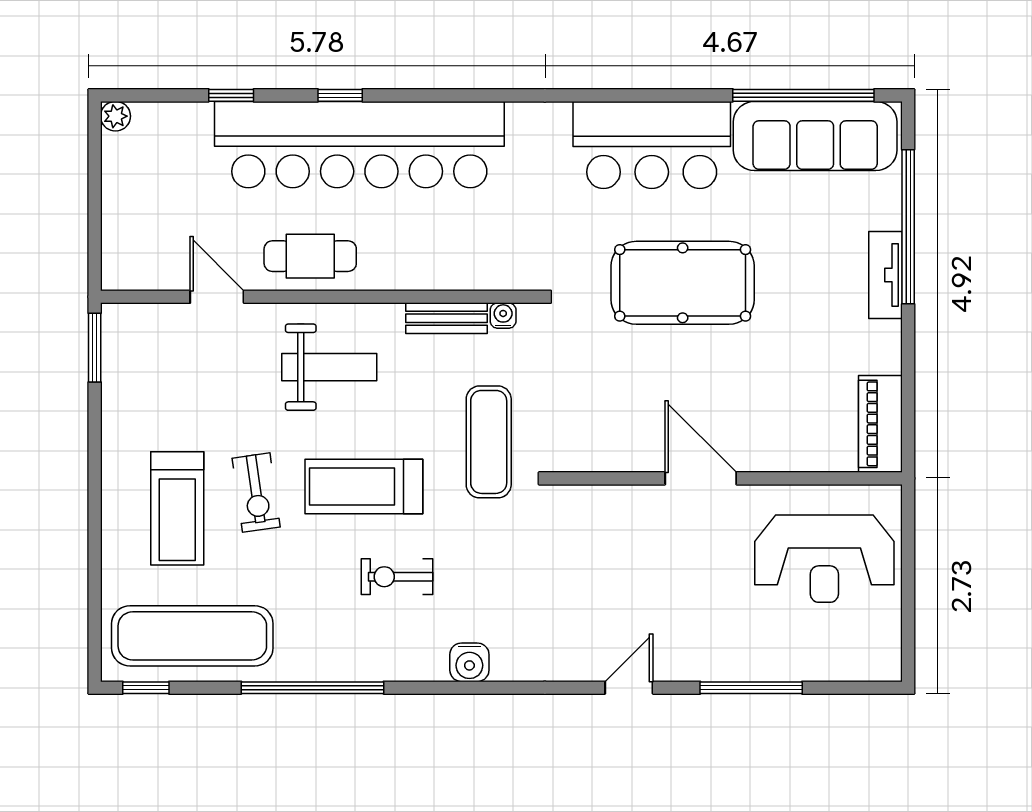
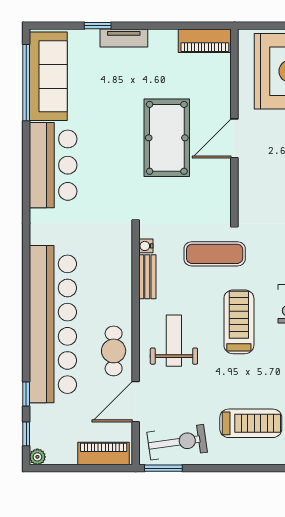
window: (340, 95) -> (26, 434), moved
window: (908, 227) -> (98, 26), width x0.32
piano: (122, 238) -> (104, 454), added
pool table: (683, 283) -> (167, 138), moved
door: (217, 297) -> (136, 402), width x1.38
treadmill: (364, 487) -> (239, 322), turned 180
exercise bike: (256, 493) -> (177, 442), moved, width x1.38, depth x1.39

